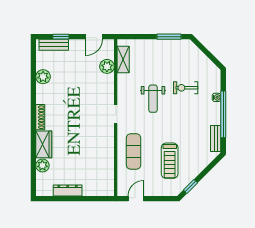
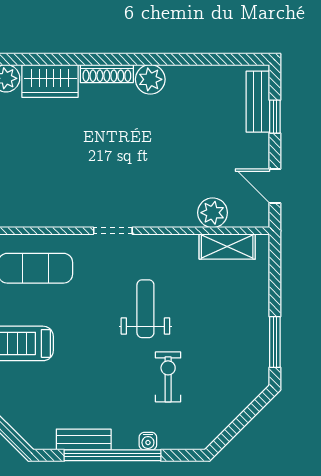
plant: (43, 77) -> (150, 79), moved
weight bench: (153, 99) -> (145, 309), turned 90
bench: (216, 138) -> (84, 439), moved

